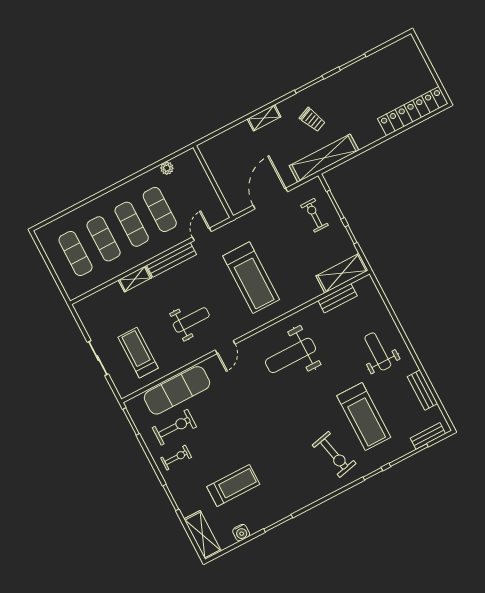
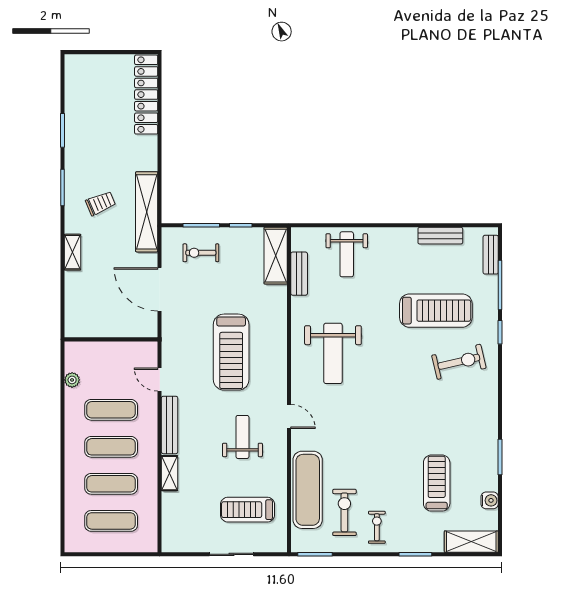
treadmill: (251, 278) -> (231, 352), turned 90
weight bench: (378, 351) -> (347, 254), moved, turned -90

